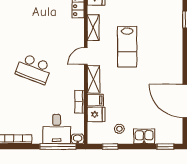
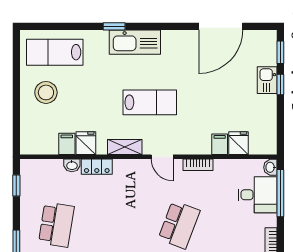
kitchen sink: (173, 35) -> (135, 42), added
shelving: (93, 79) -> (192, 147), removed
bookcase: (80, 102) -> (198, 165), moved
stool: (119, 129) -> (257, 113), removed
window: (110, 147) -> (280, 84), moved

